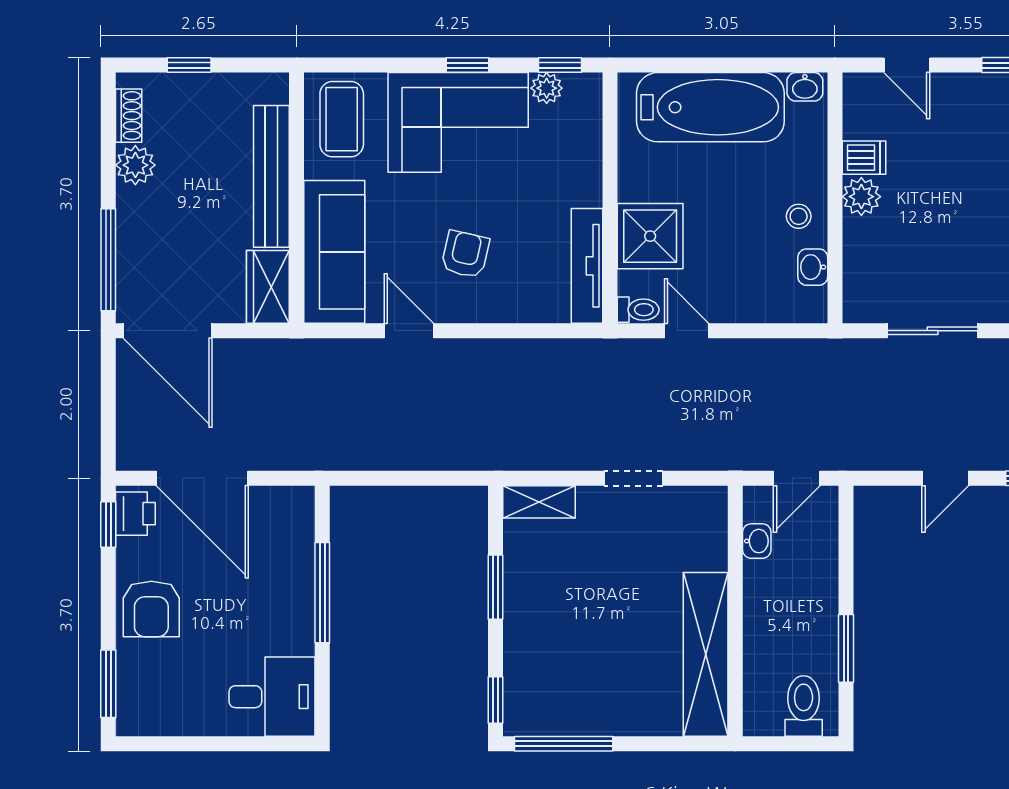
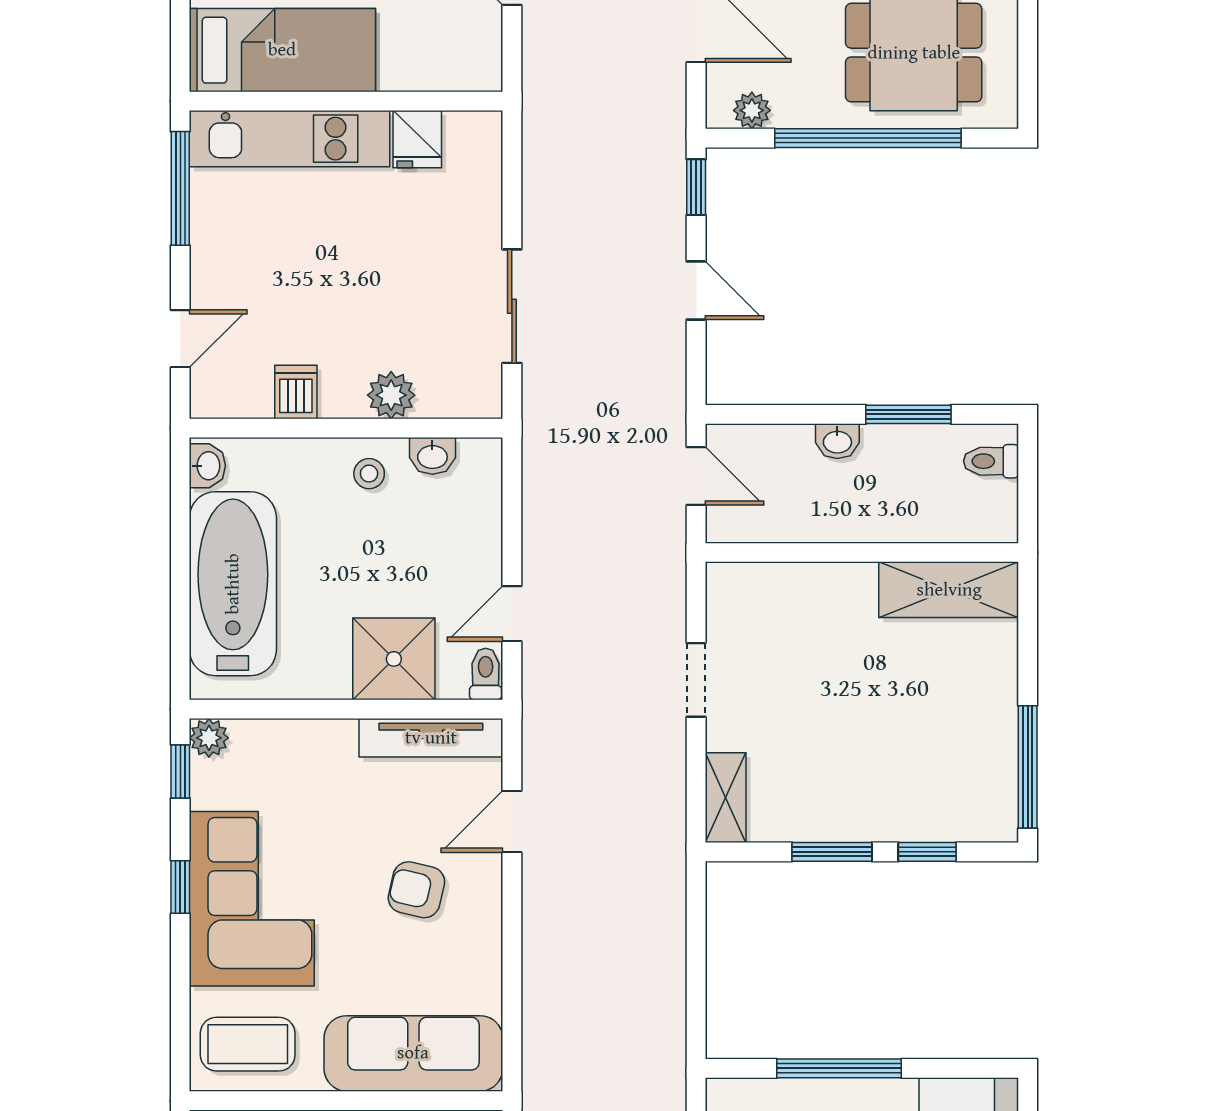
plant: (547, 88) -> (209, 738), moved
plant: (861, 197) -> (391, 395), moved
door: (409, 331) -> (512, 822), moved
washbasin: (757, 541) -> (837, 441), moved, turned 180
shelving: (706, 654) -> (949, 590), width x0.68
window: (496, 700) -> (927, 852), moved
toilet: (804, 706) -> (991, 461), width x0.73, depth x0.72

